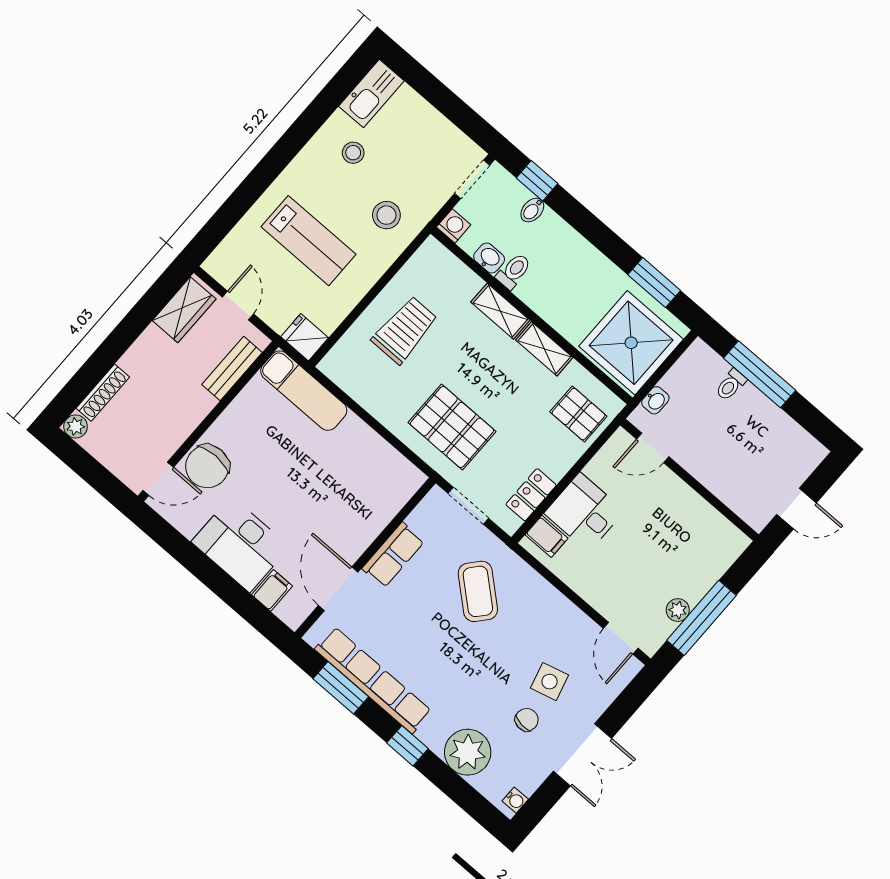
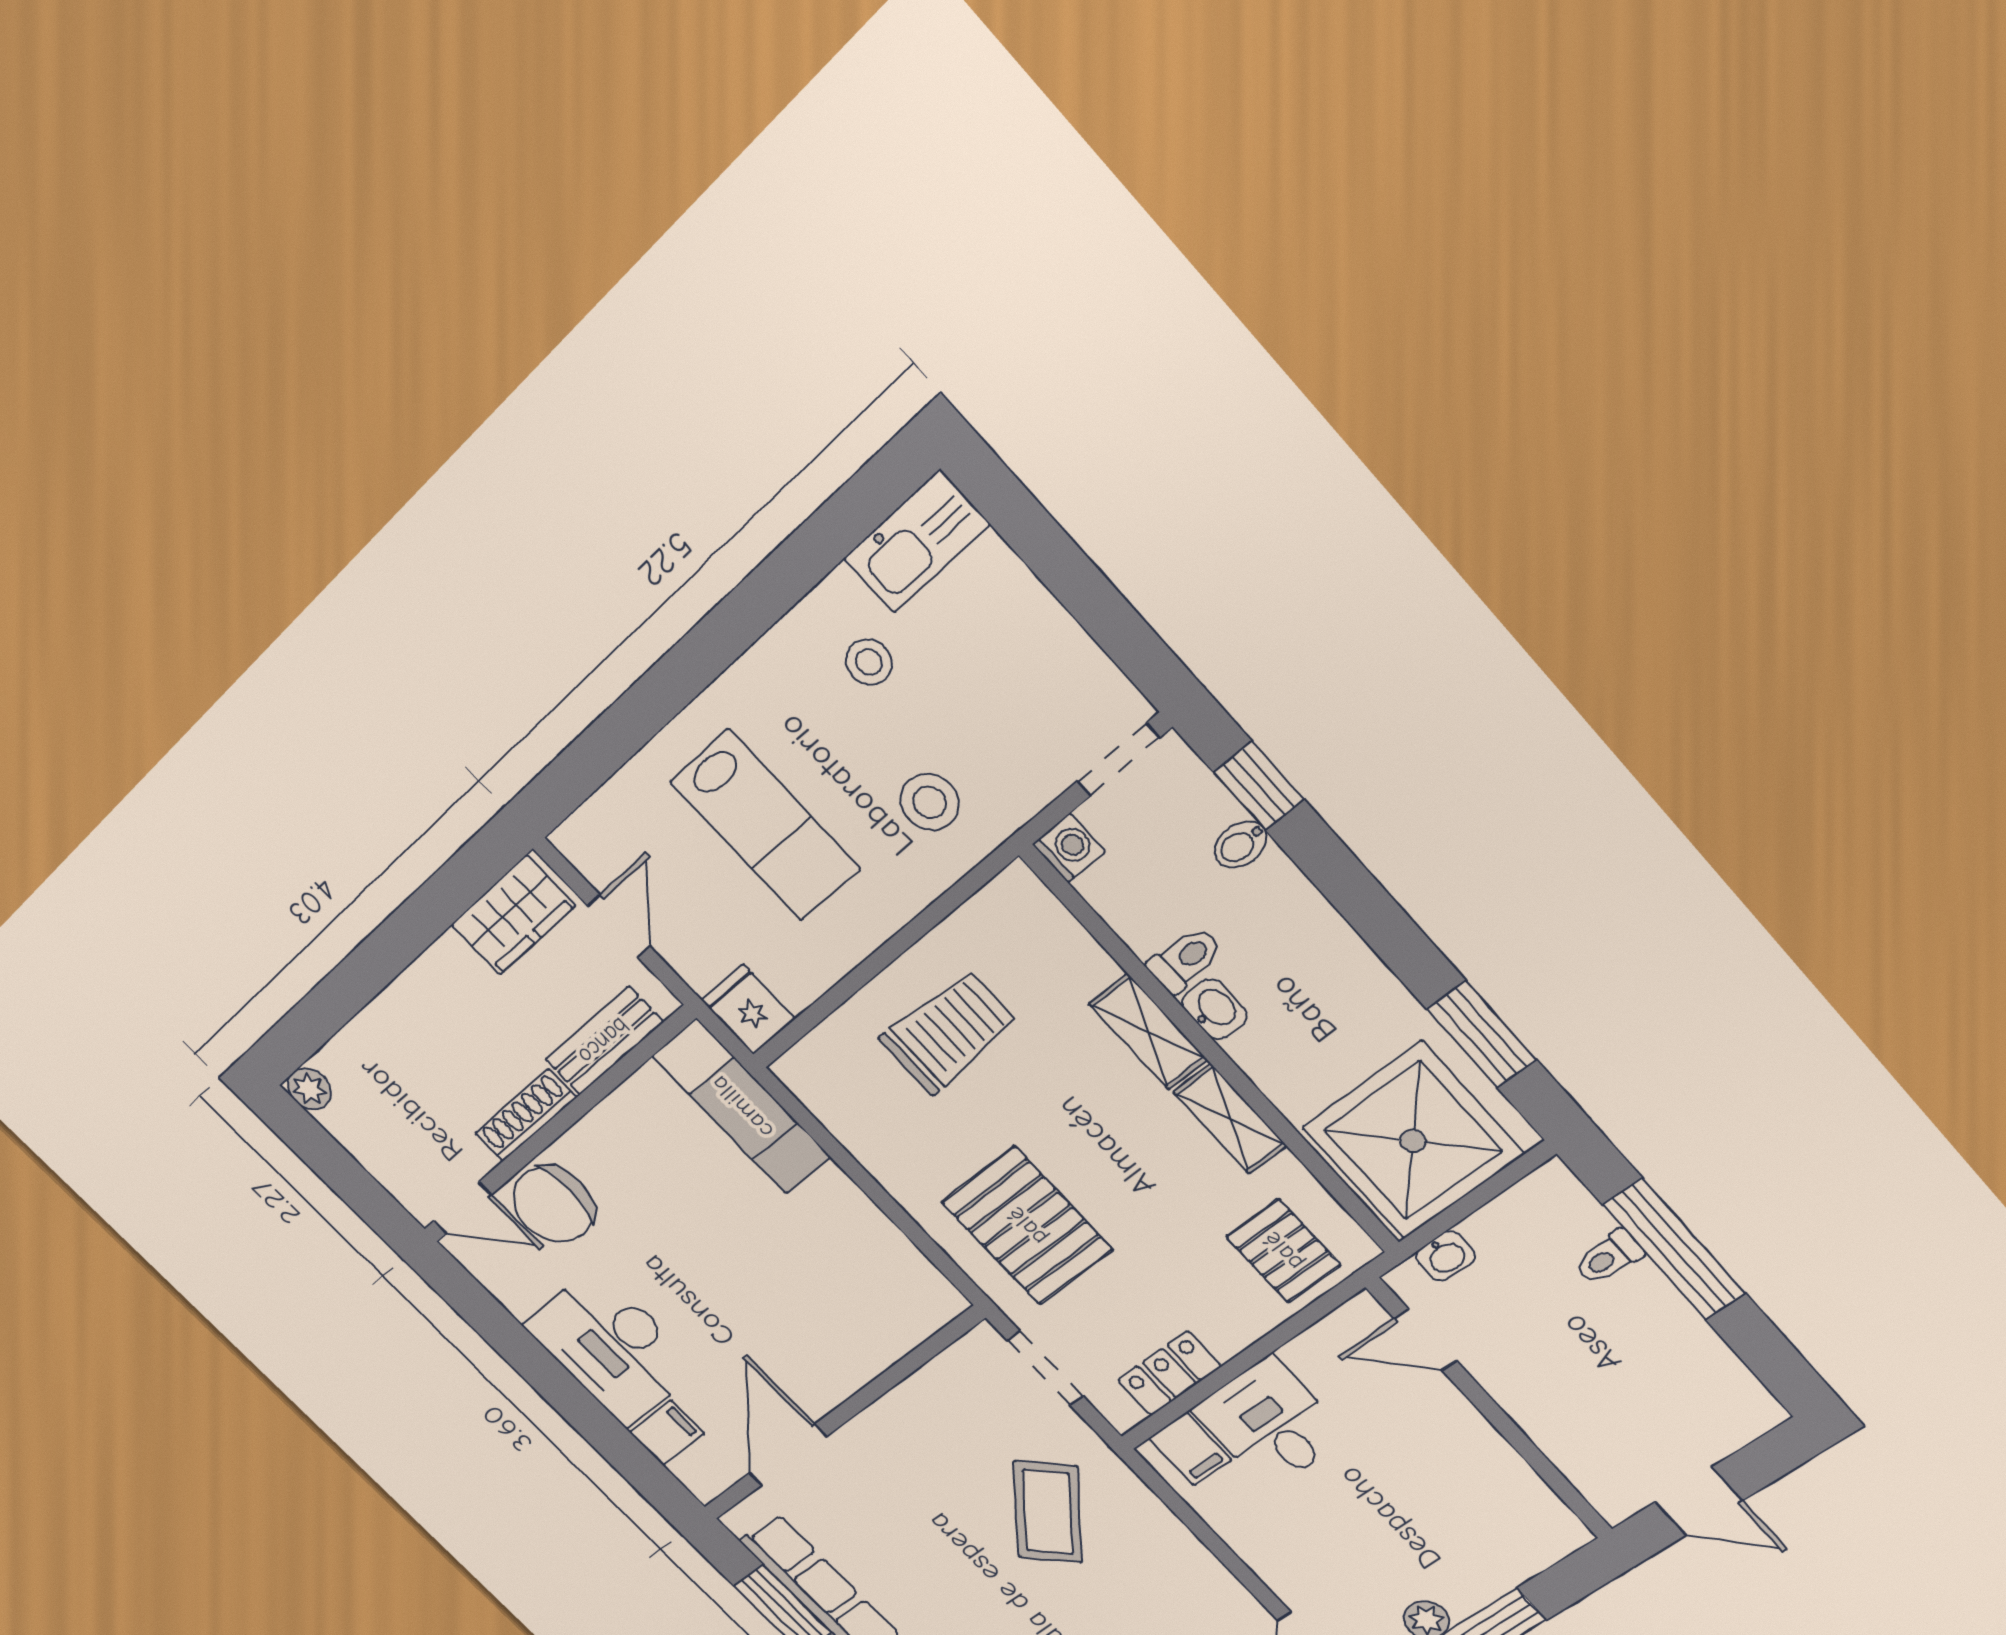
washbasin: (489, 258) -> (1215, 1009), moved
shoe rack: (103, 393) -> (526, 1115), moved, turned 180
row of seats: (393, 555) -> (894, 1421), removed

